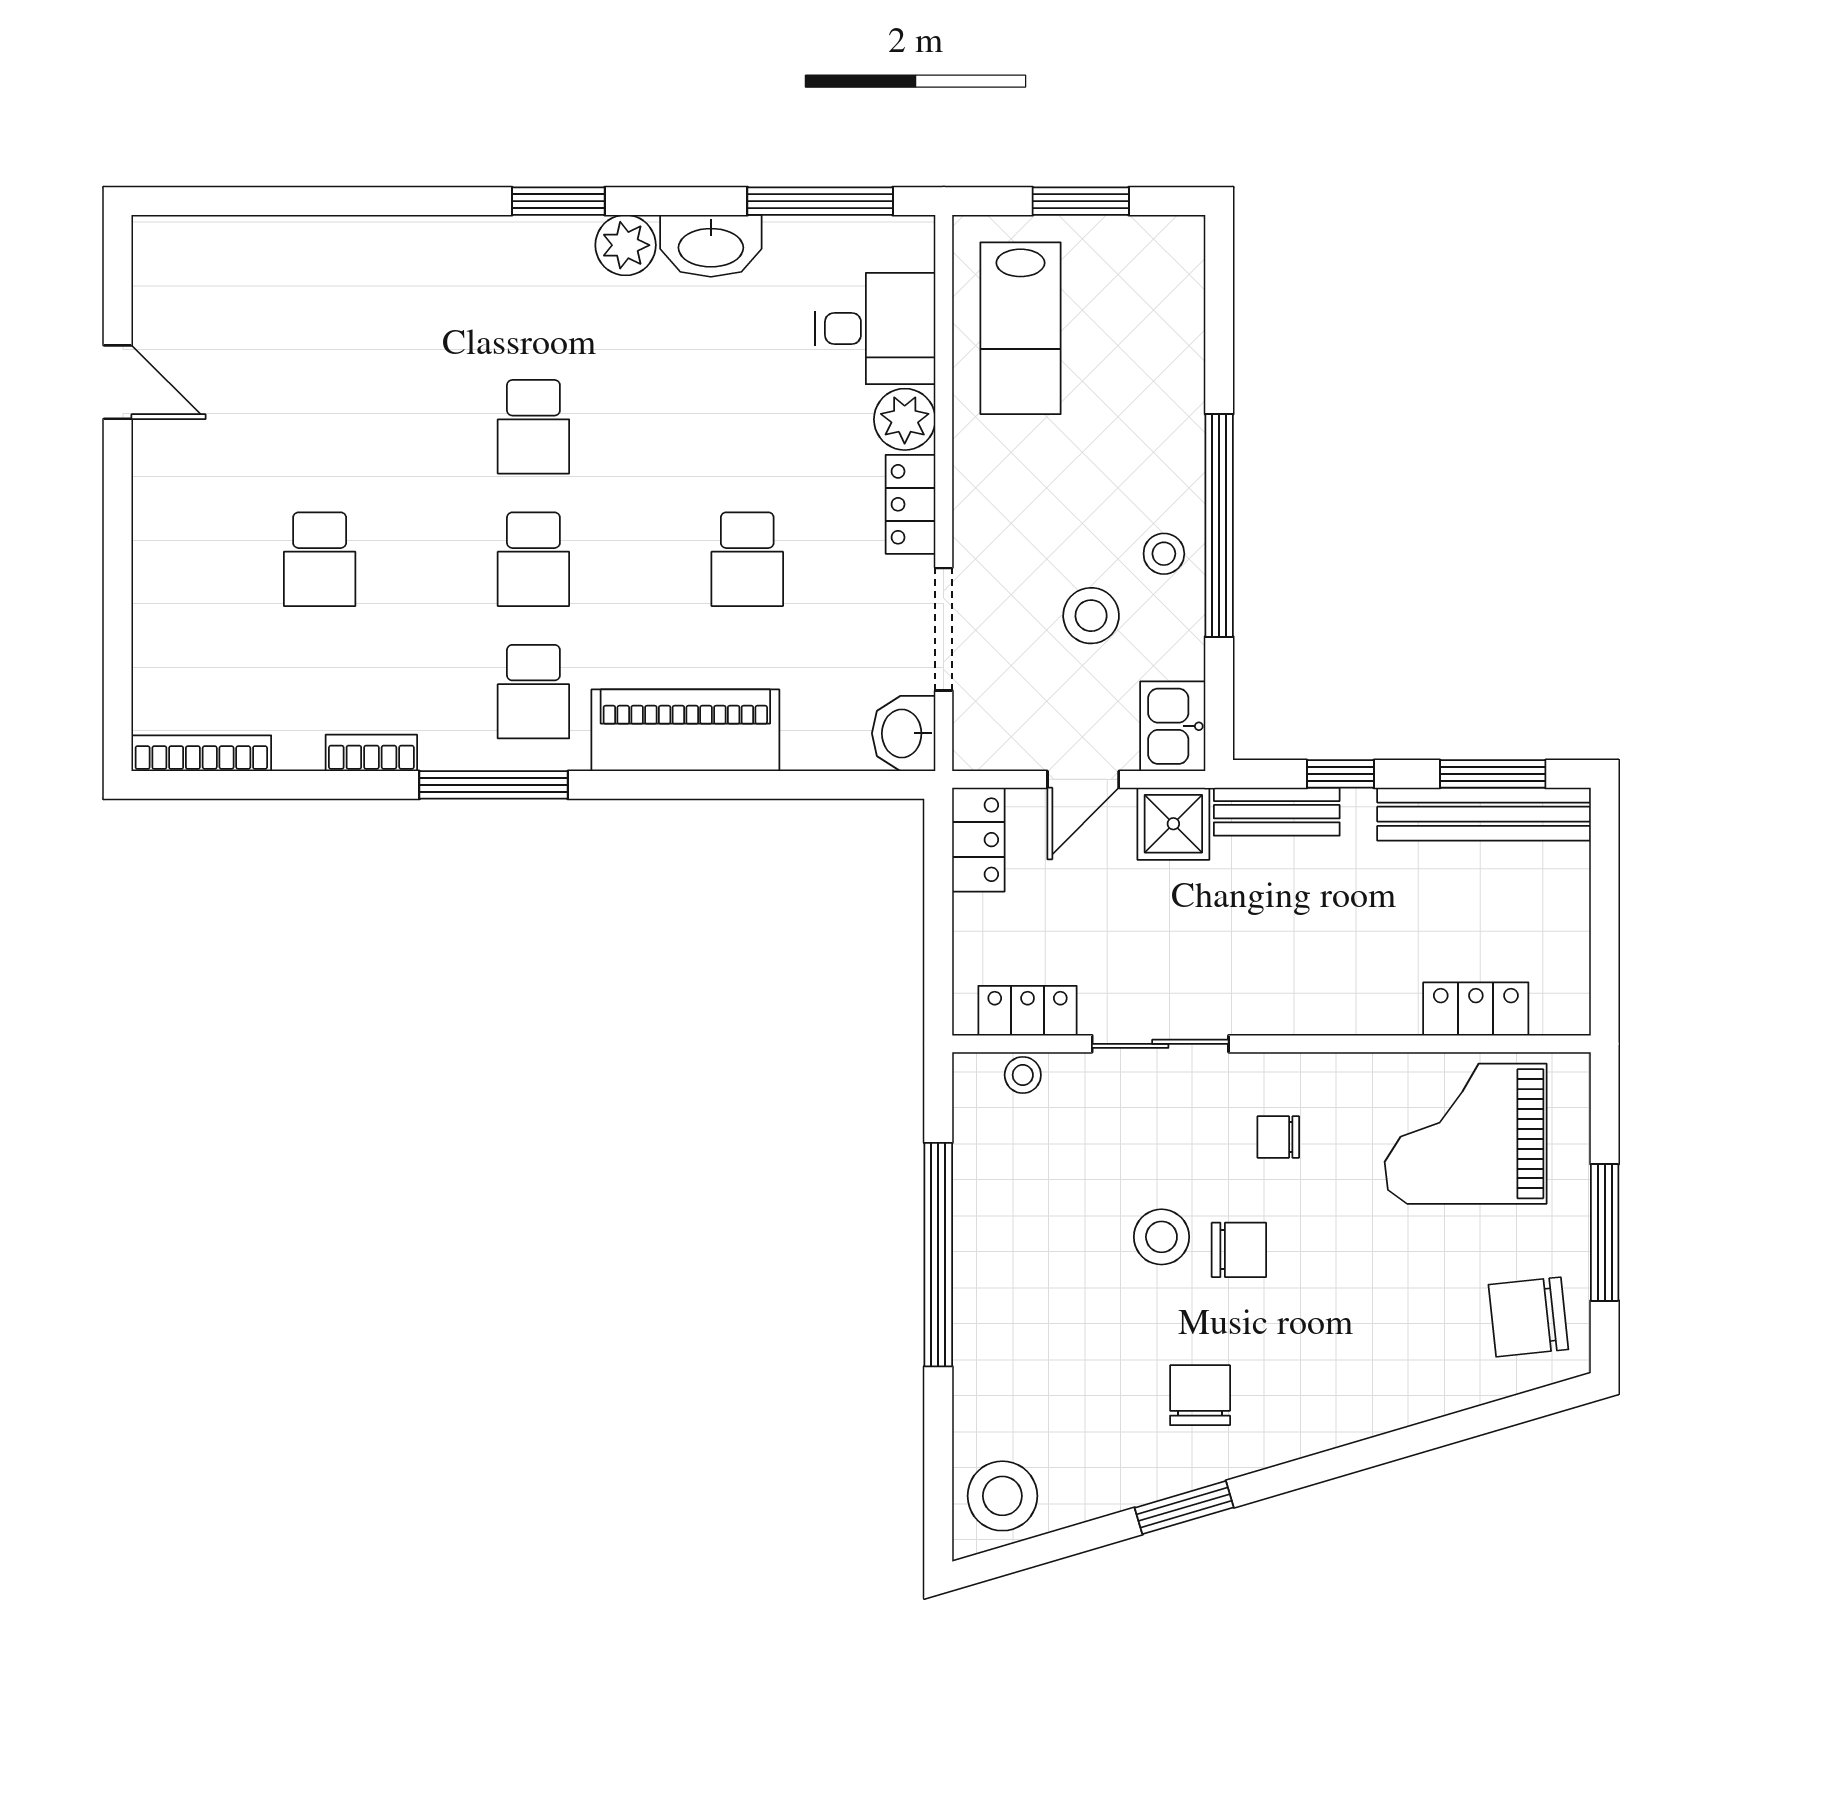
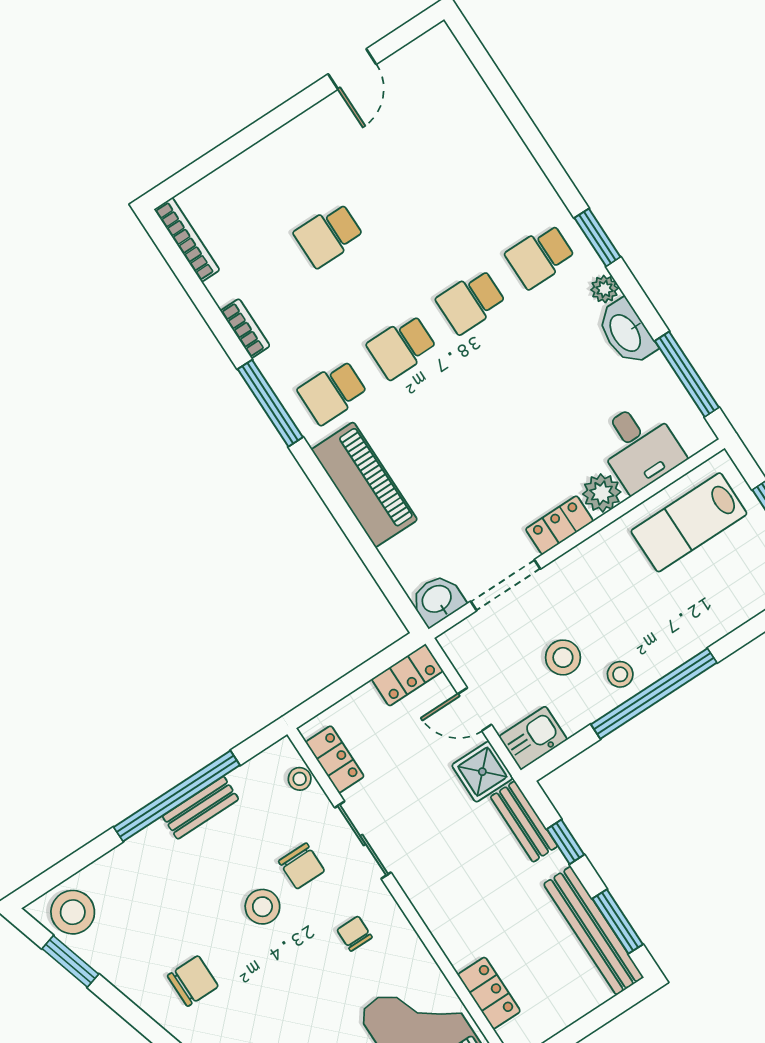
plant: (626, 245) -> (604, 289), width x0.73, depth x0.73
school desk: (747, 559) -> (540, 256), moved
bench: (975, 1233) -> (201, 808), added
chair: (1239, 1250) -> (302, 866), moved
window: (1184, 1508) -> (70, 961), moved

